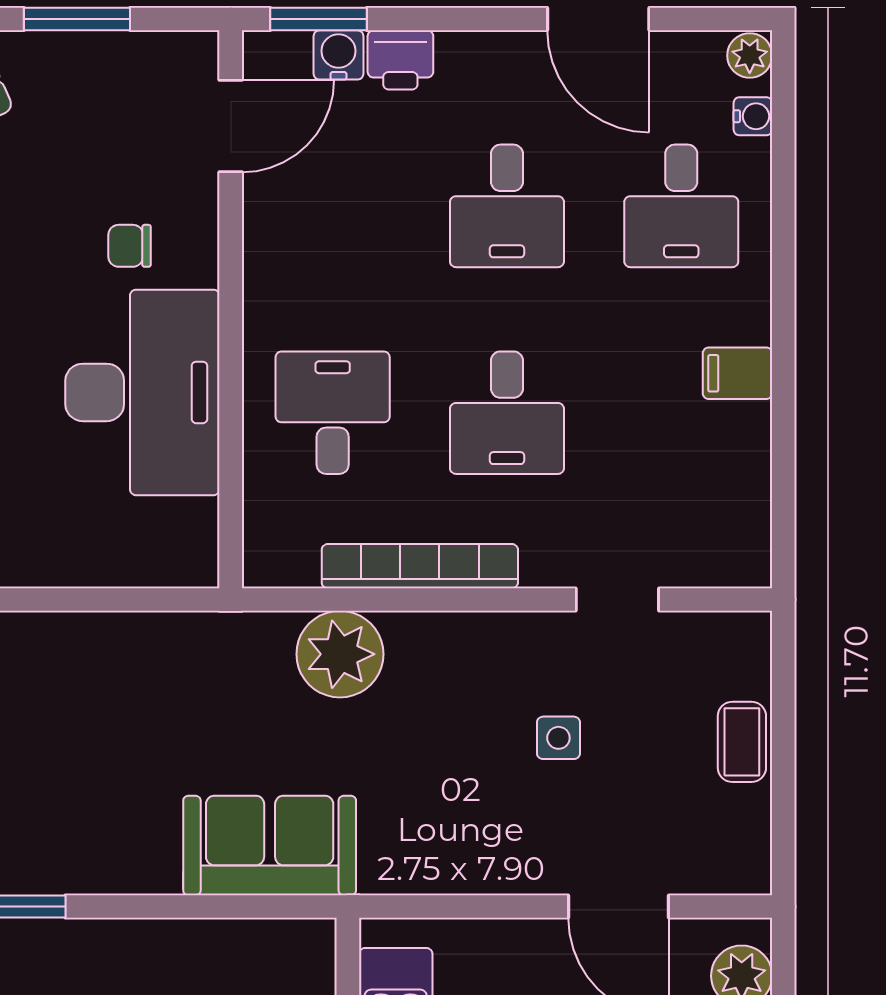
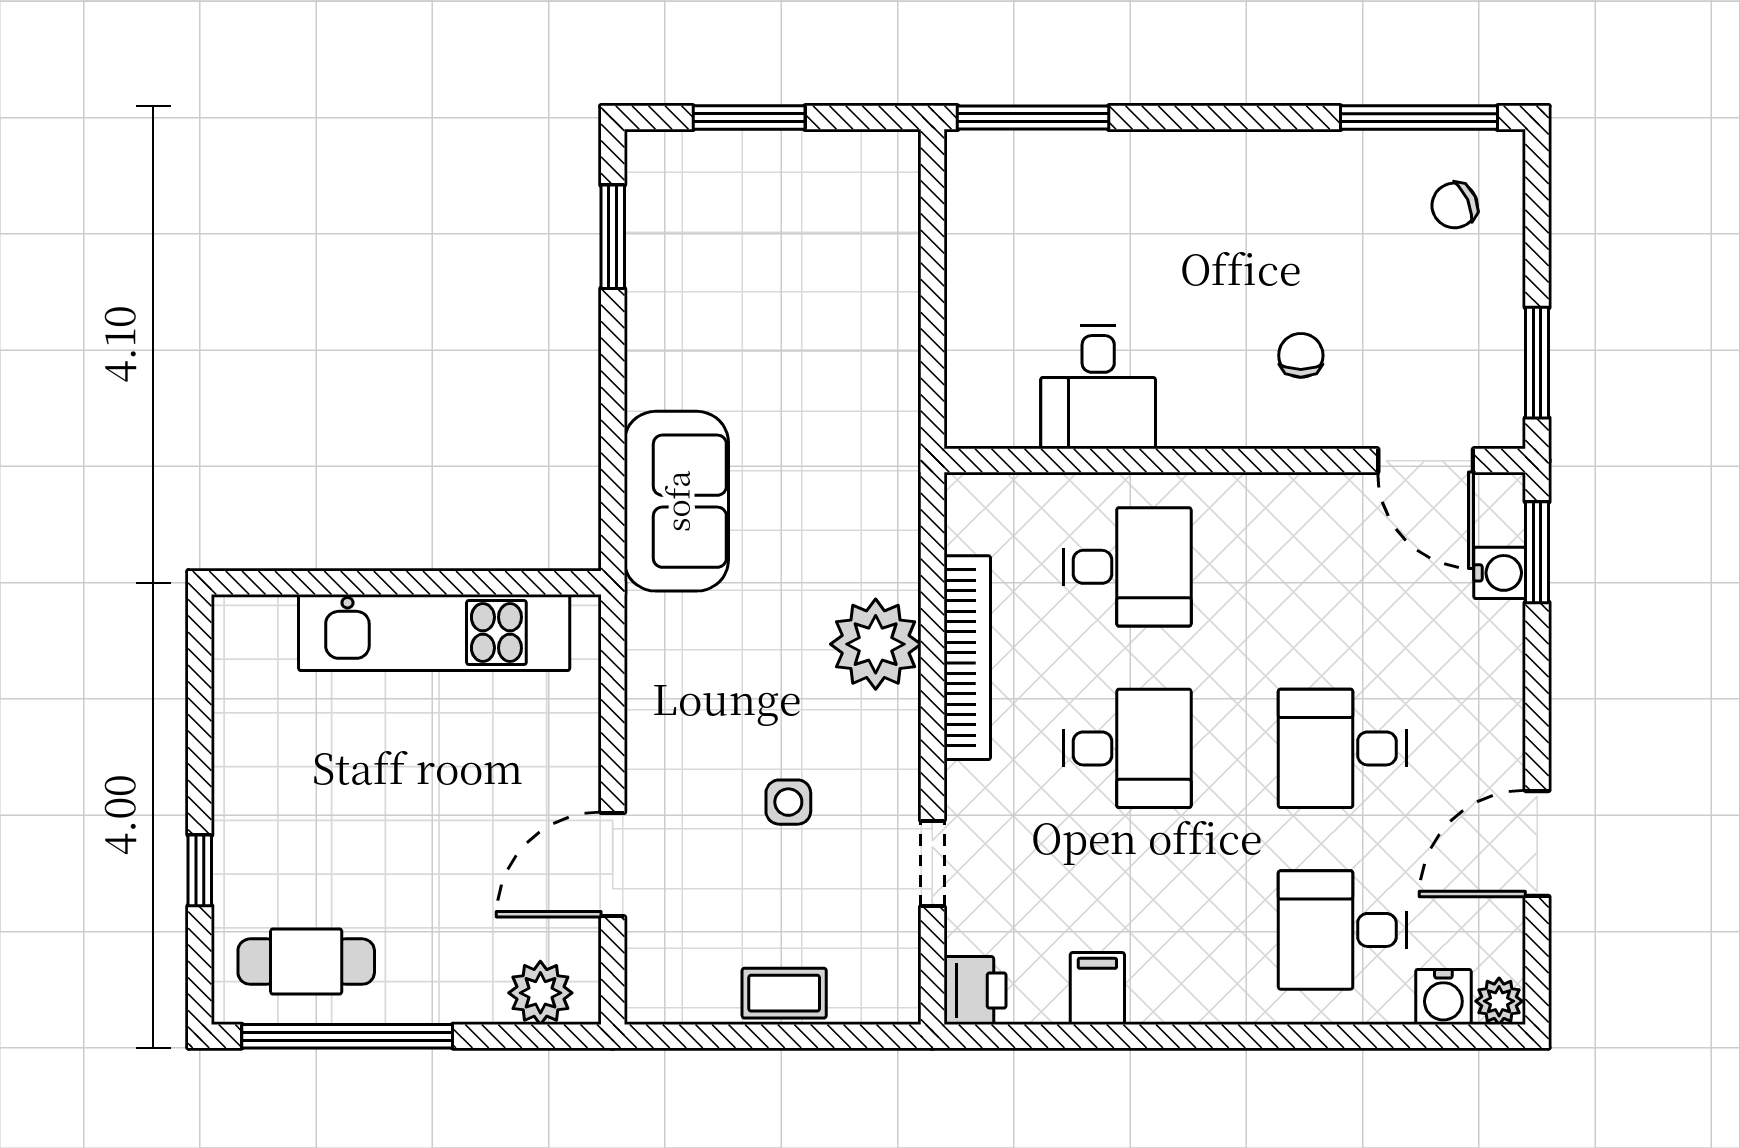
window: (77, 19) -> (1537, 363), moved
printer: (400, 60) -> (975, 991), moved, turned 180
water cooler: (753, 116) -> (1443, 997), width x1.38, depth x1.38
filing cabinet: (737, 373) -> (1097, 989), moved
desk: (142, 392) -> (1098, 387), width x0.53, depth x0.77
desk: (507, 413) -> (1127, 748), turned 180
plant: (340, 654) -> (876, 644), moved

